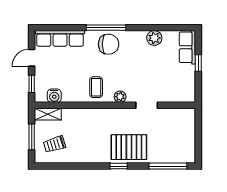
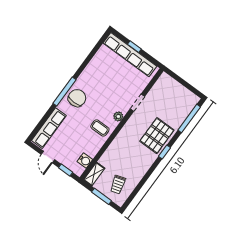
plant: (154, 38) -> (96, 64), removed
row of seats: (187, 47) -> (130, 55), width x2.02

